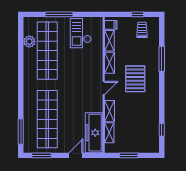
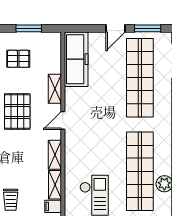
pallet: (135, 79) -> (17, 111), moved
shelving: (109, 133) -> (55, 59), removed
pallet: (136, 133) -> (18, 59), added
door: (76, 155) -> (116, 28), moved

